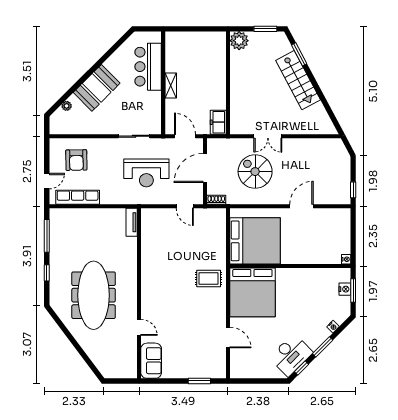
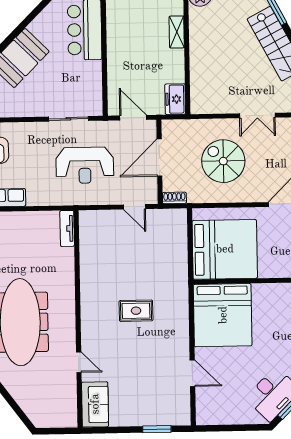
shelving: (171, 86) -> (177, 32), moved
double door: (268, 136) -> (257, 116), moved
rug: (209, 279) -> (136, 311), moved

